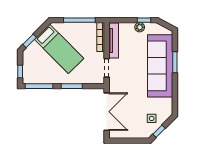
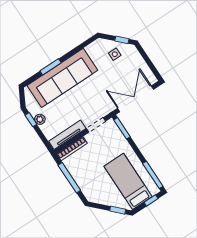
bed: (59, 49) -> (128, 181), moved, turned -45
window: (72, 86) -> (122, 128), moved

